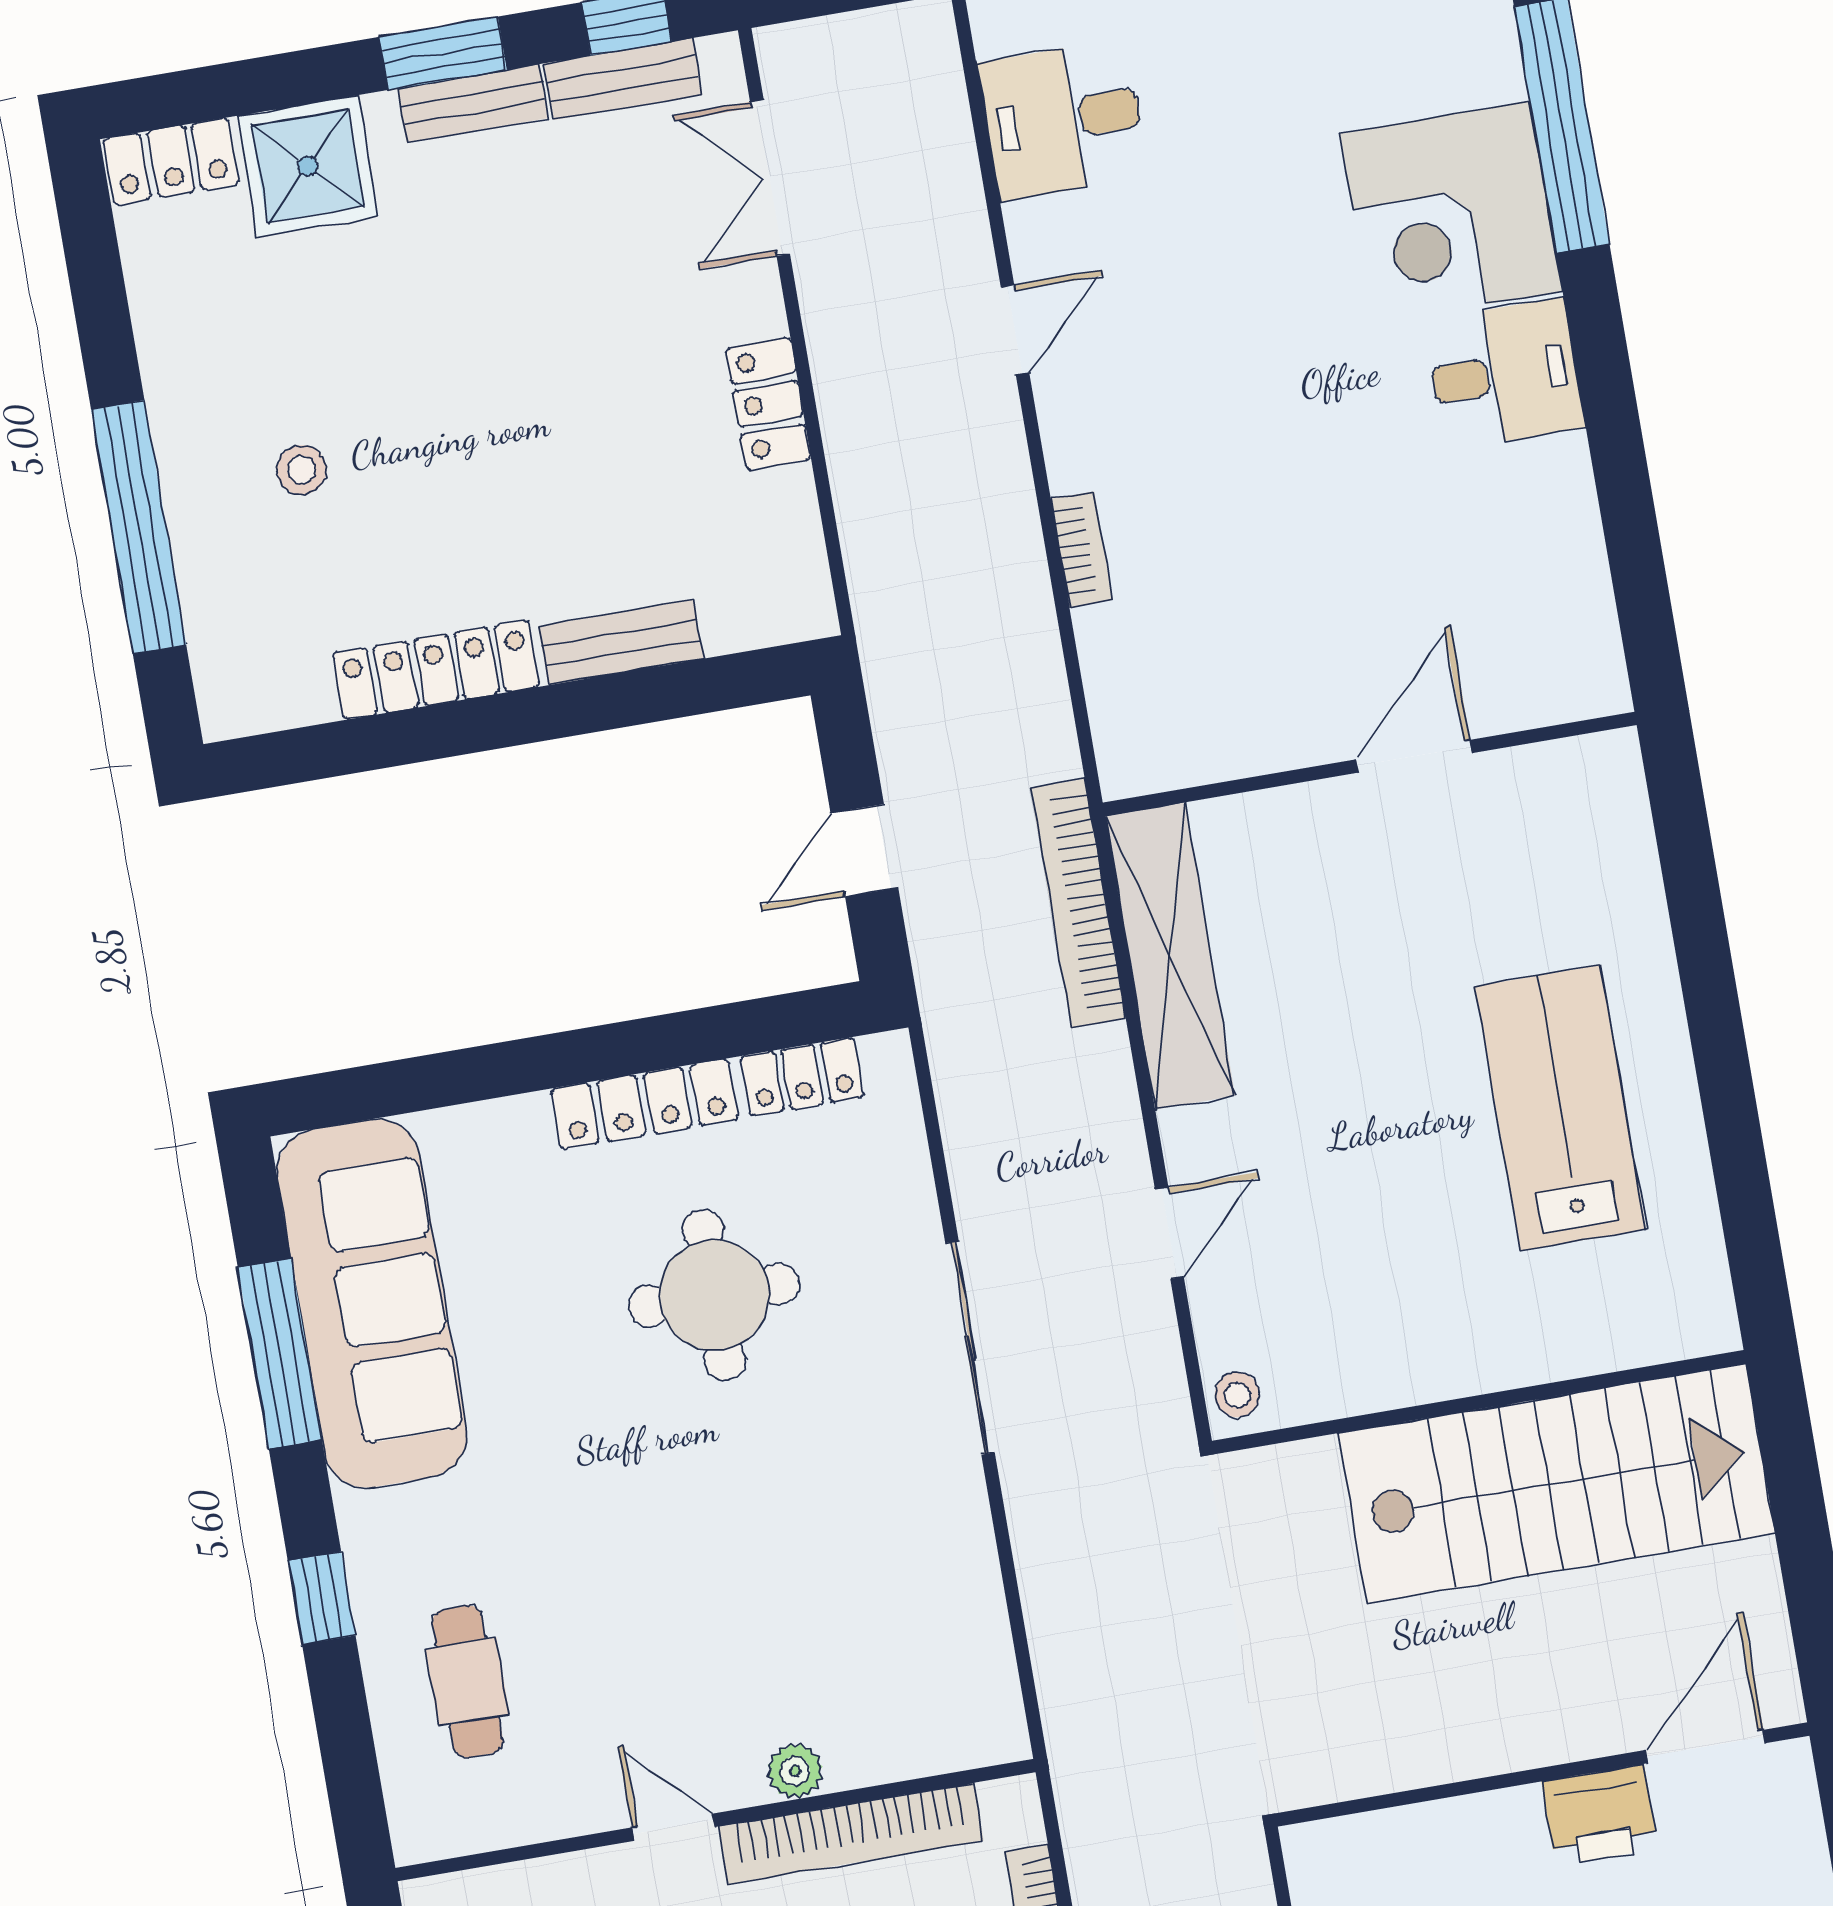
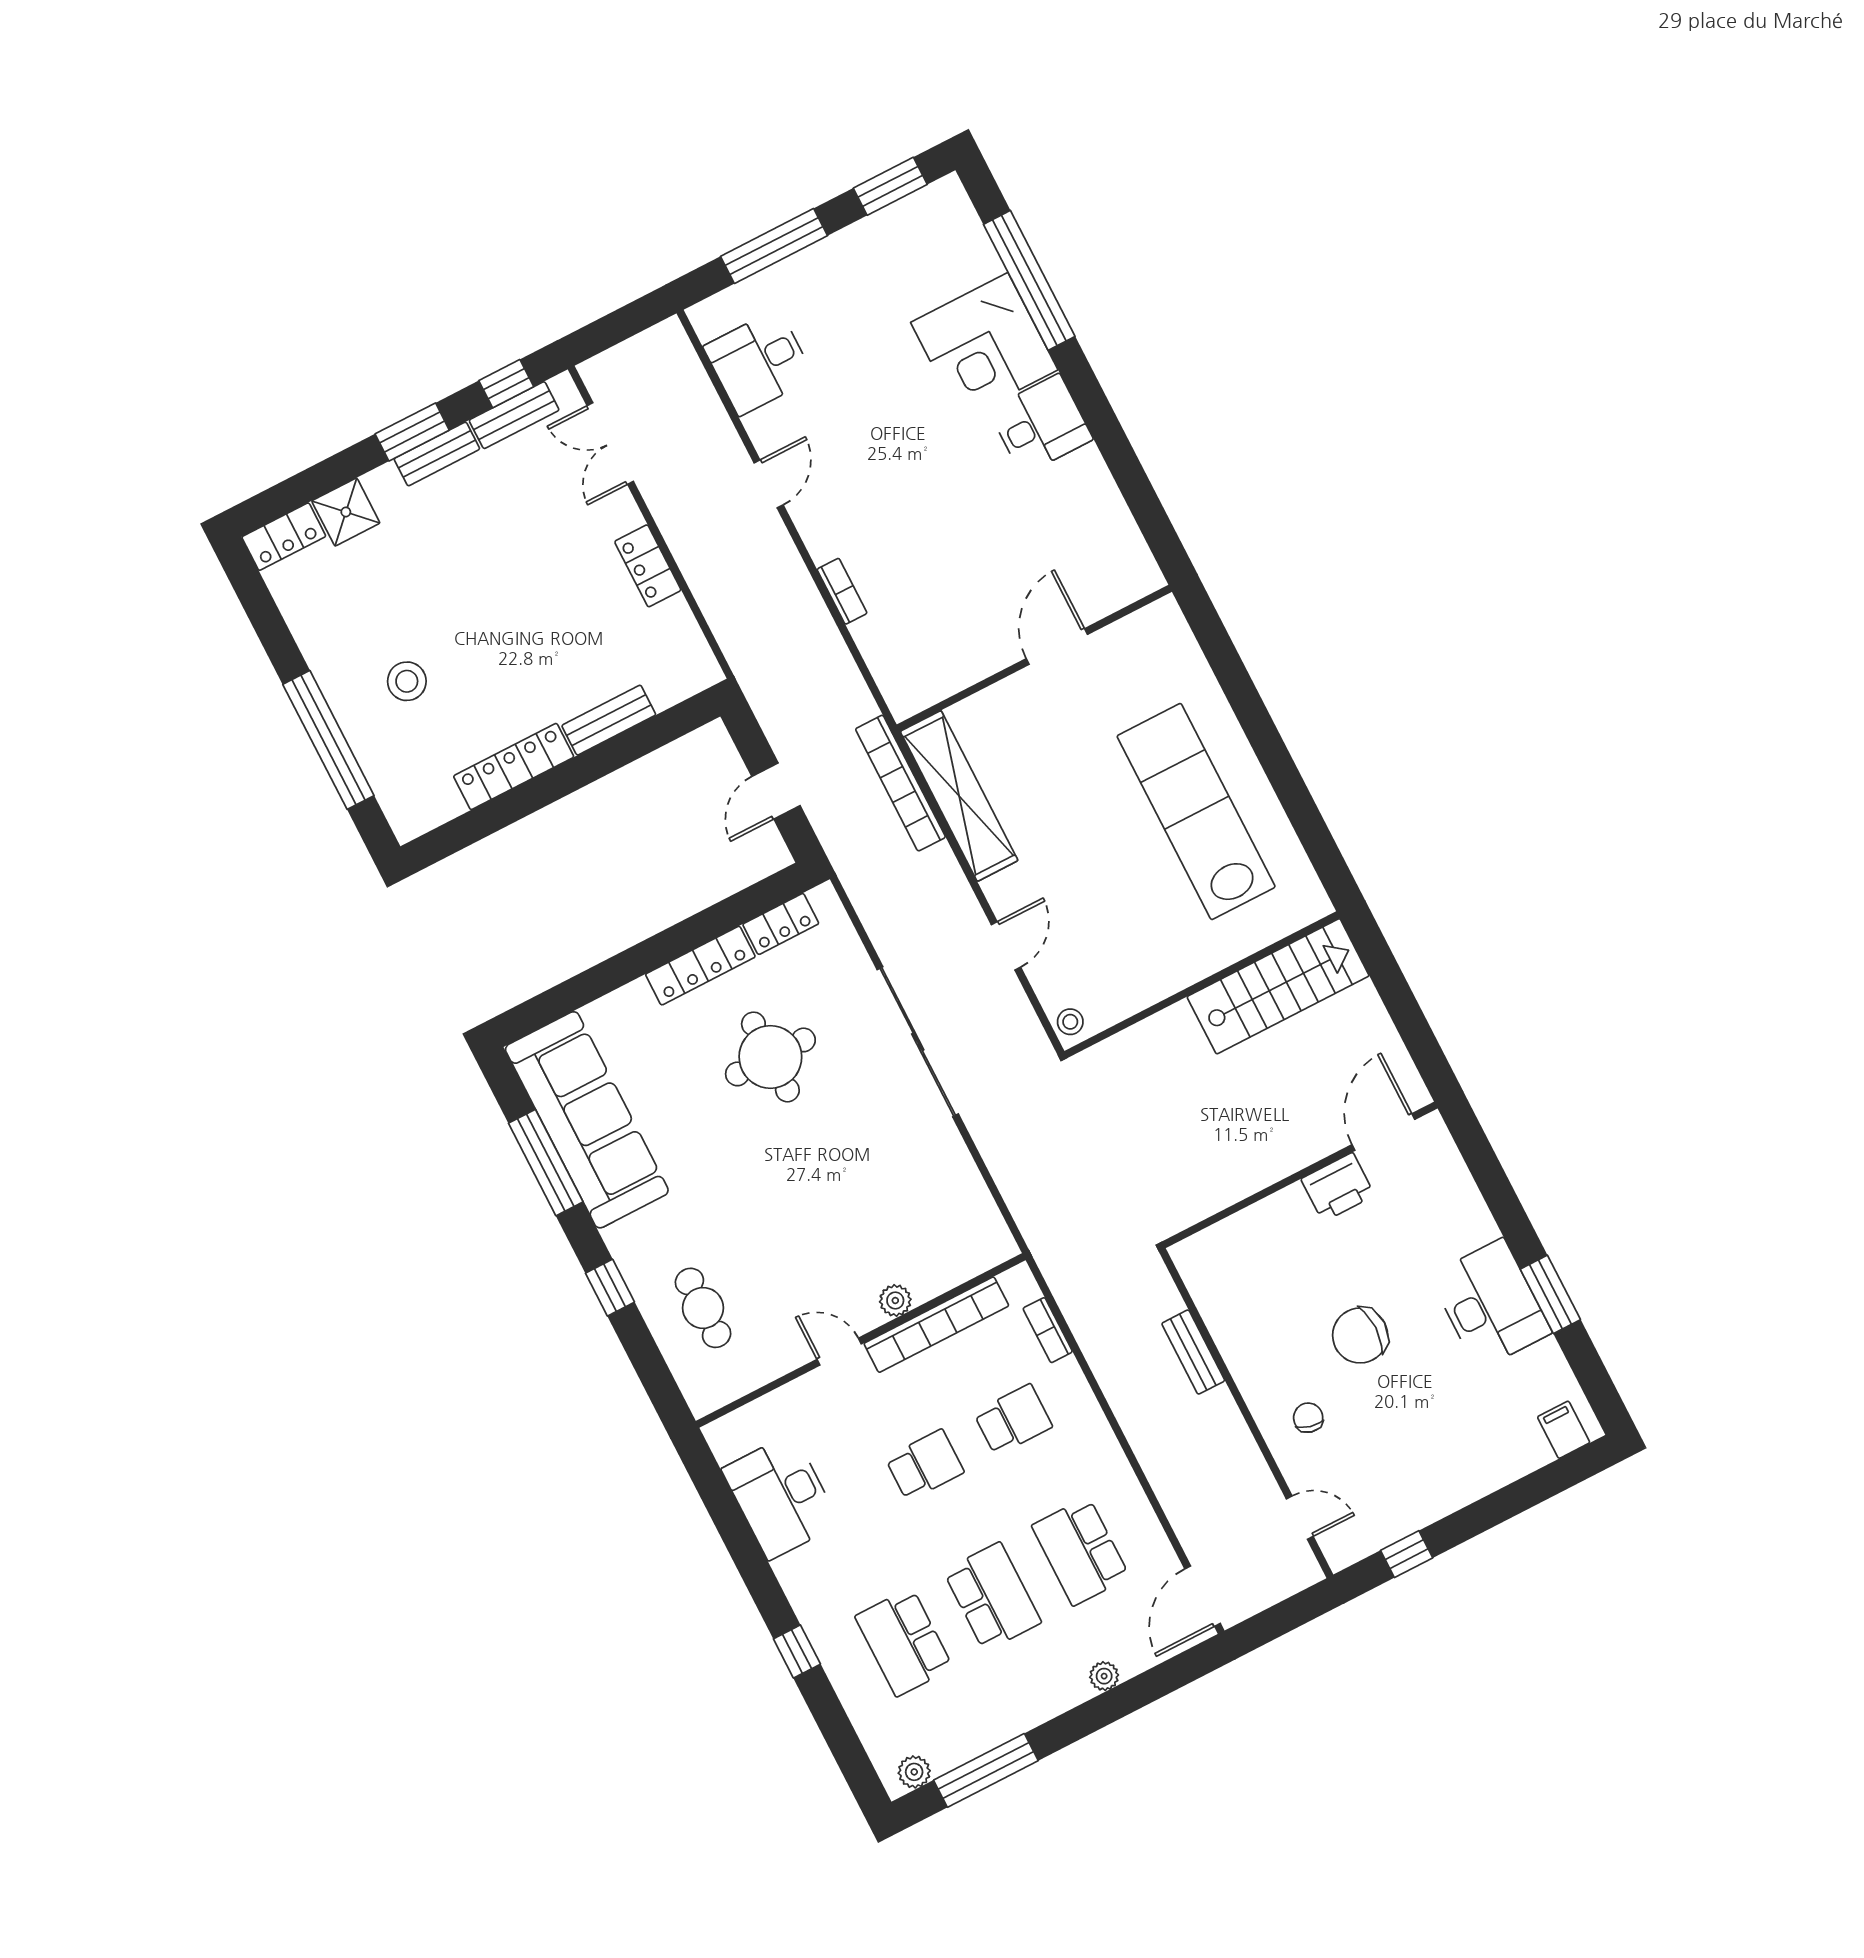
shower: (308, 166) -> (346, 512), width x0.73, depth x0.73
stool: (302, 470) -> (407, 681), width x1.37, depth x1.37
lab bench: (1561, 1108) -> (1196, 812), width x1.36
sliding door: (970, 1348) -> (918, 1042), width x1.36
stairs: (1556, 1483) -> (1278, 986), width x0.73, depth x0.66

